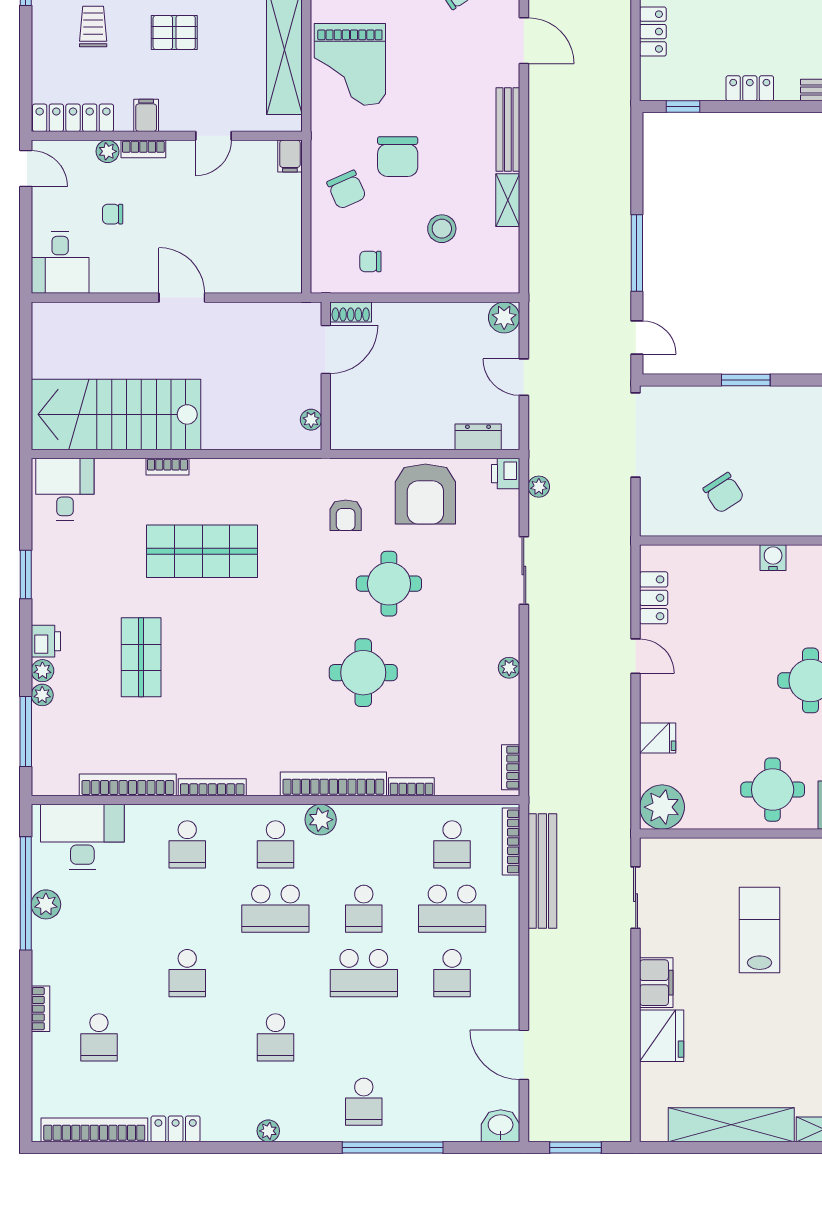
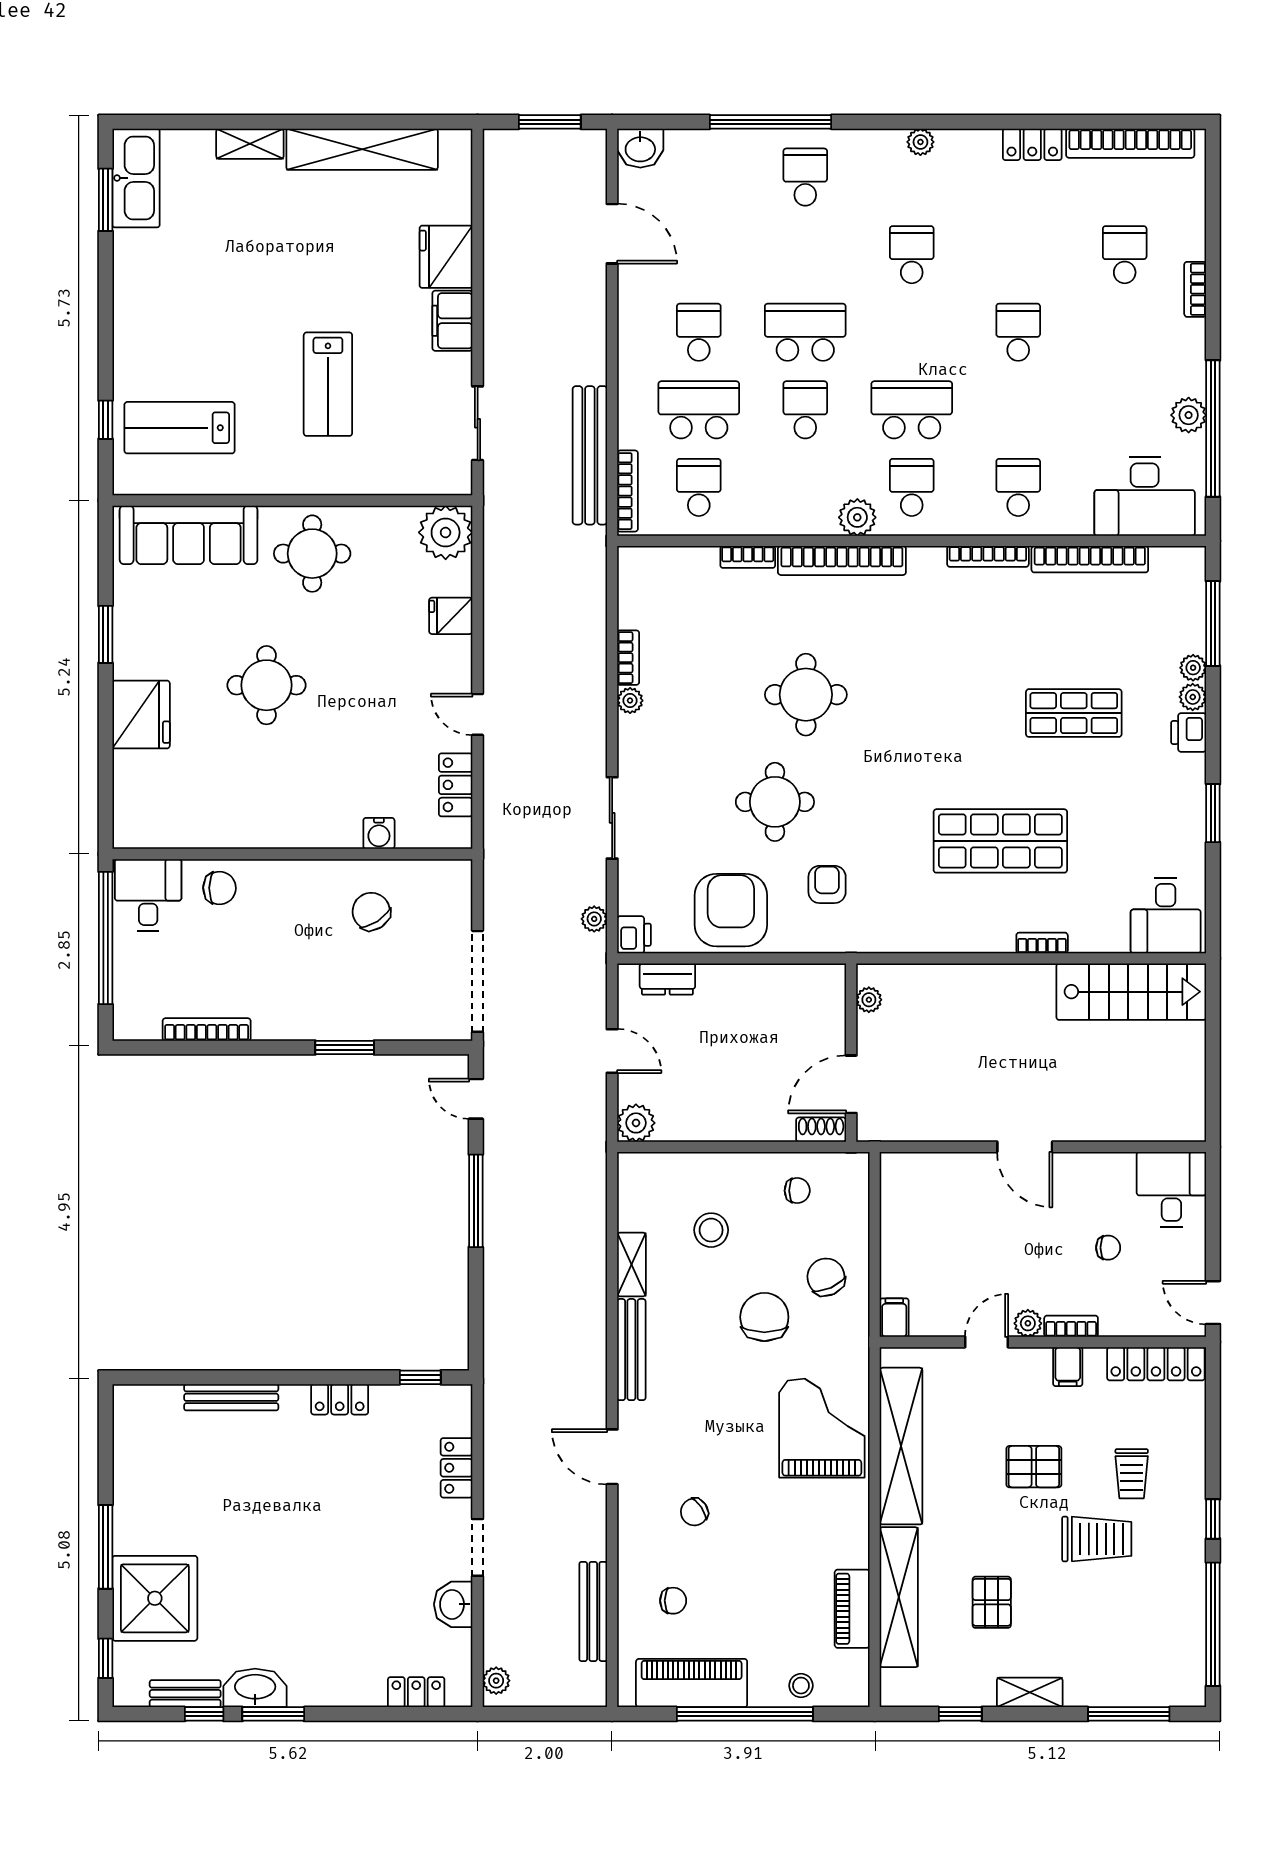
plant: (108, 151) -> (1028, 1323), moved
stairs: (116, 414) -> (1131, 992), width x0.73, depth x0.66
water cooler: (773, 558) -> (379, 833), moved
shop shelf: (141, 657) -> (1074, 713), turned 90
bookcase: (511, 767) -> (628, 658), moved

